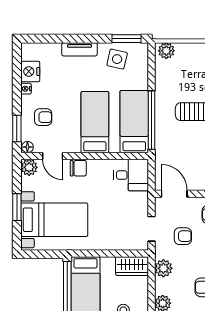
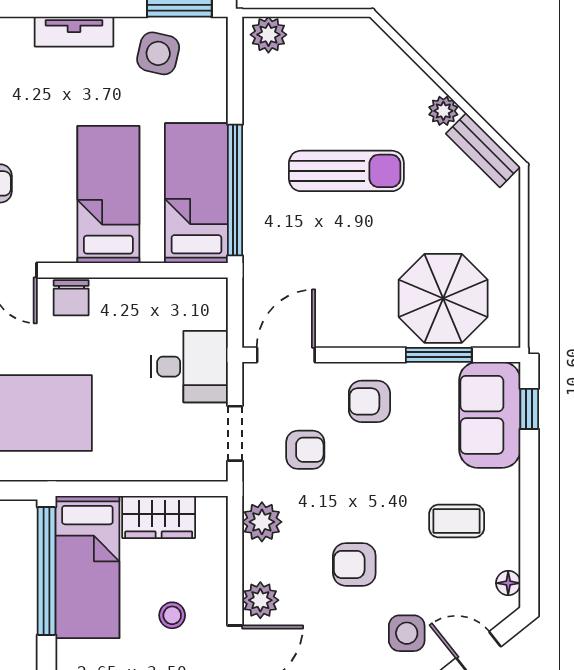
chair: (78, 168) -> (71, 298), turned 90
desk: (131, 175) -> (189, 367), moved
door: (174, 194) -> (286, 355), hinge flipped
wardrobe: (132, 266) -> (159, 517), moved

